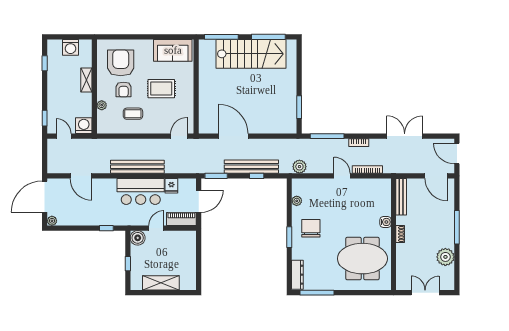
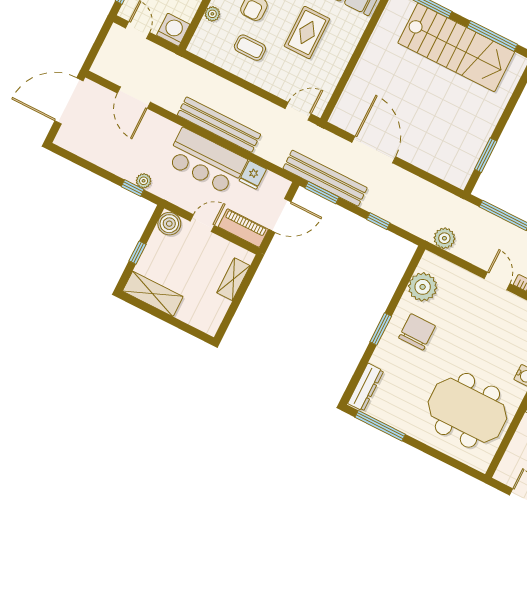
rug: (161, 89) -> (307, 32), turned 90
bench: (251, 167) -> (325, 178), moved
plant: (297, 201) -> (423, 287), width x1.88, depth x1.88
plant: (52, 221) -> (144, 181), moved
shelving: (190, 251) -> (233, 279), added
shelving: (161, 283) -> (153, 294), moved

